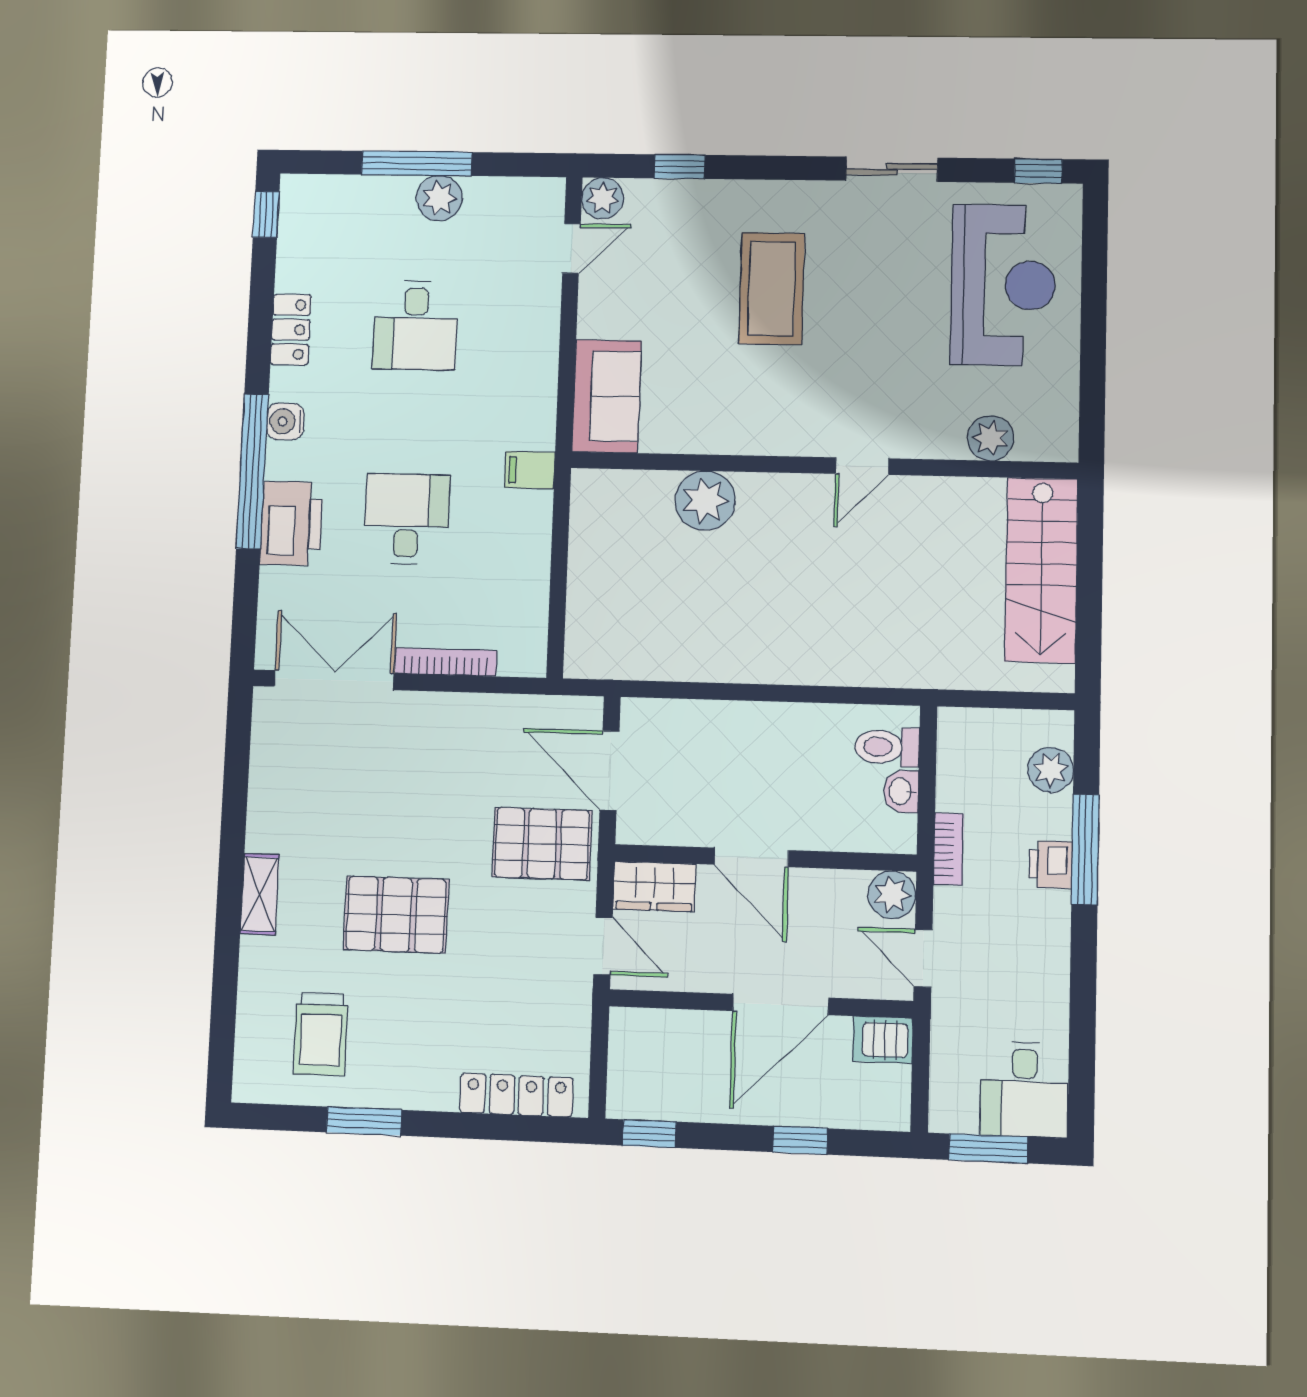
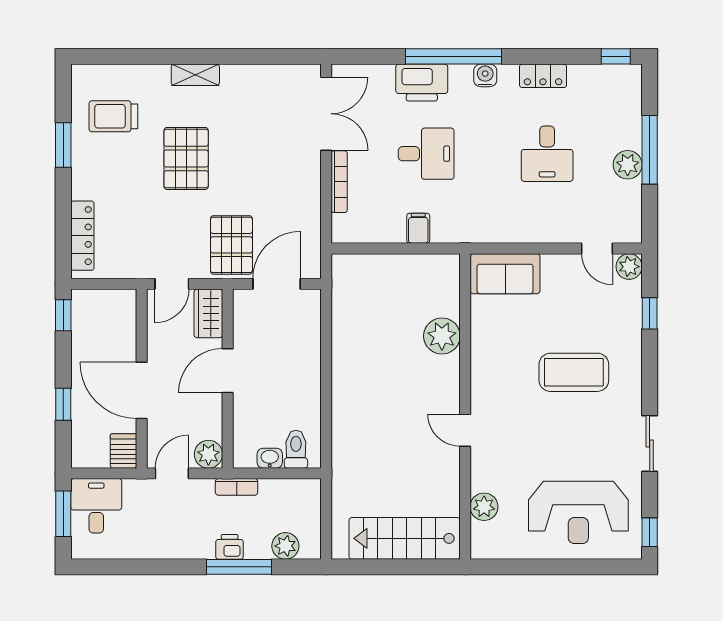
desk: (416, 325) -> (547, 154), turned -90
filing cabinet: (530, 470) -> (418, 228), moved
desk: (1024, 1089) -> (96, 506), moved, turned 90

